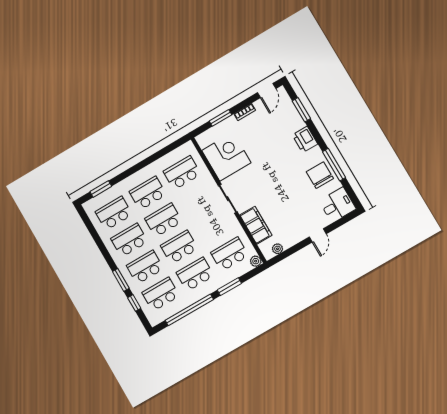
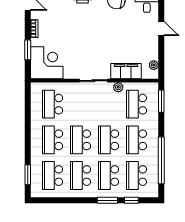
corner desk: (226, 157) -> (47, 63), moved, turned 90
plant: (256, 261) -> (118, 87), moved
window: (229, 287) -> (161, 101), moved

